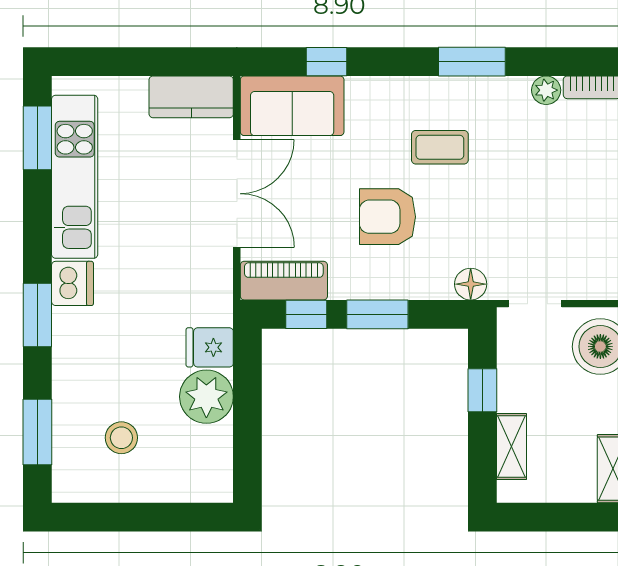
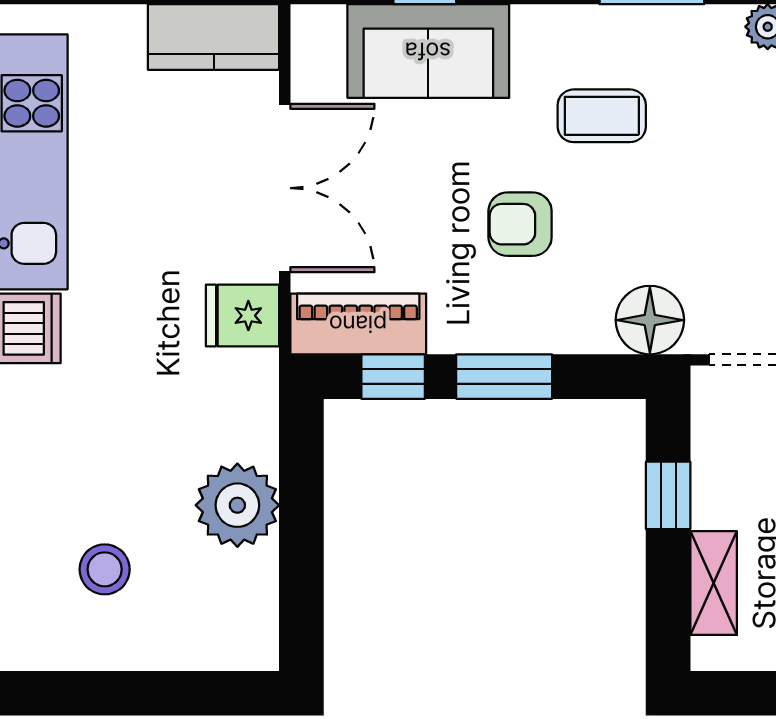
sofa: (292, 106) -> (428, 51), moved
armchair: (387, 217) -> (520, 224), width x0.72, depth x0.72
floor lamp: (471, 284) -> (650, 320), width x1.38, depth x1.38
fridge: (210, 347) -> (242, 316), moved

